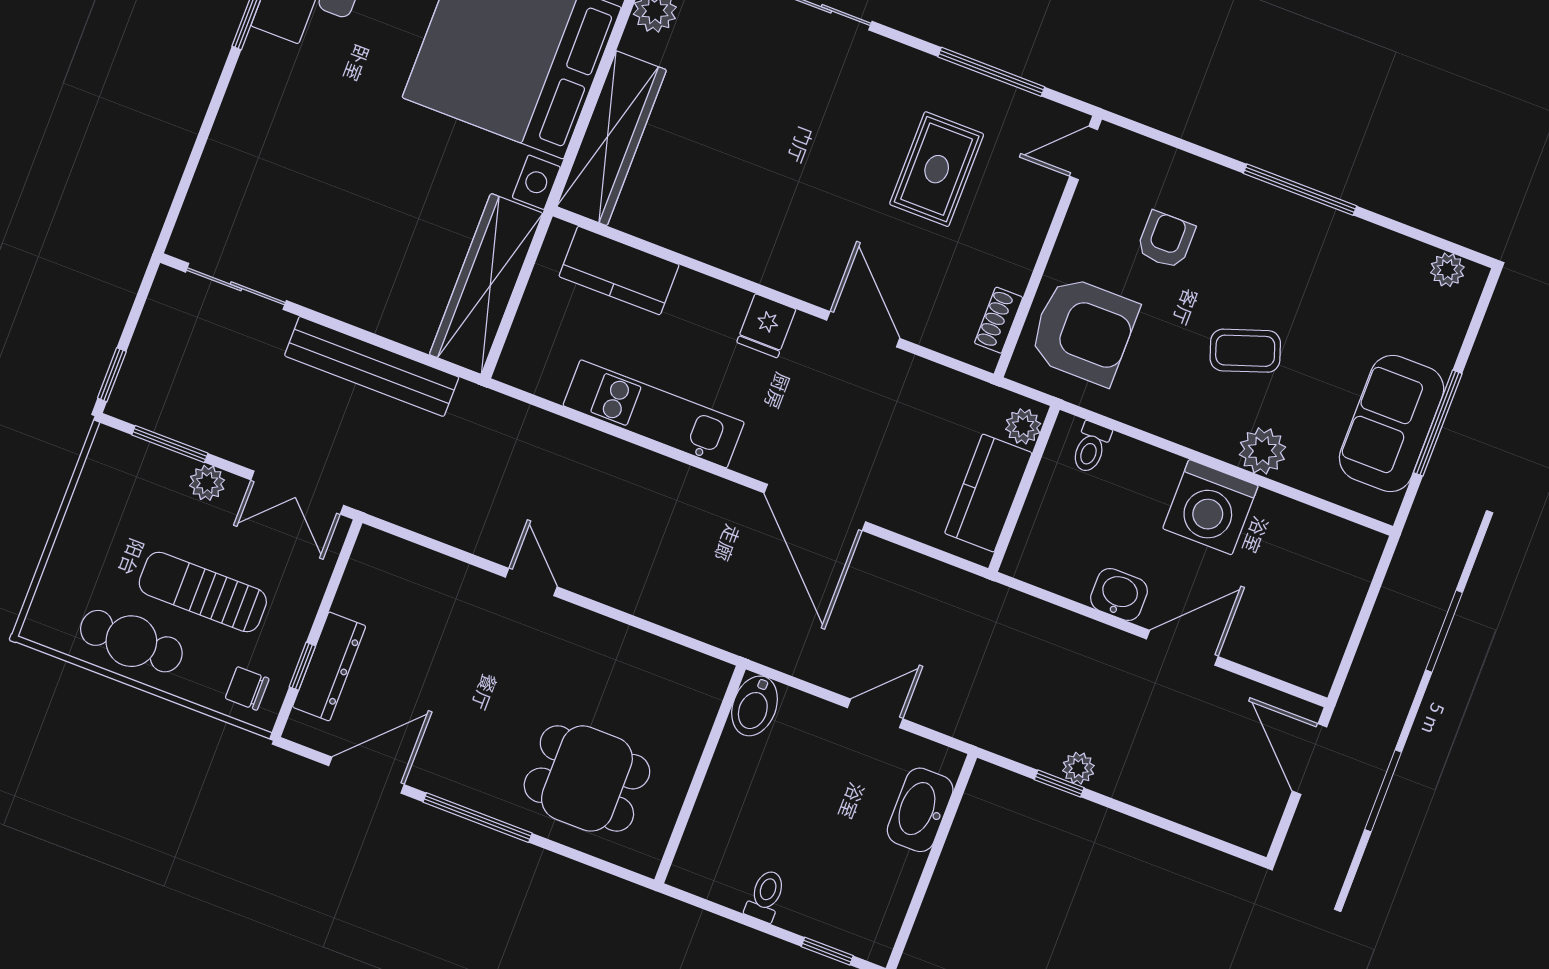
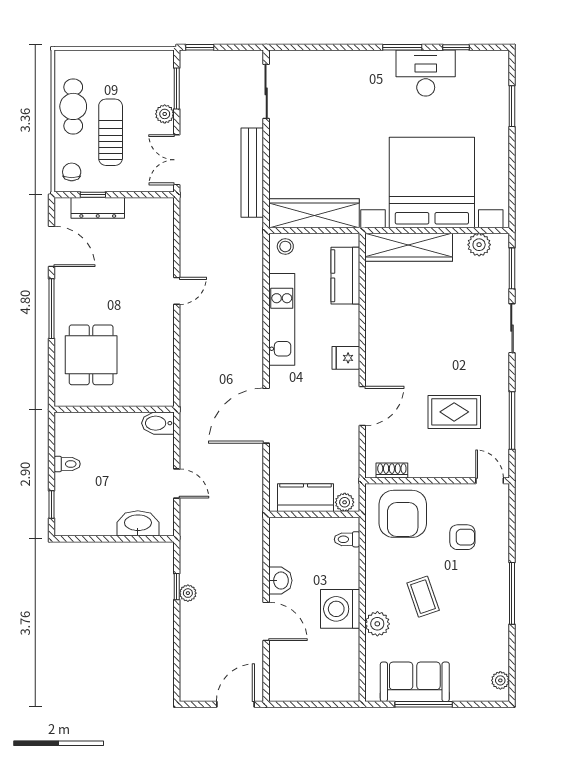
stool: (526, 358) -> (285, 247), added

